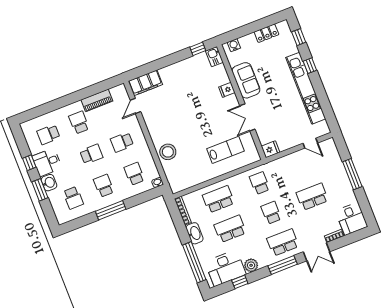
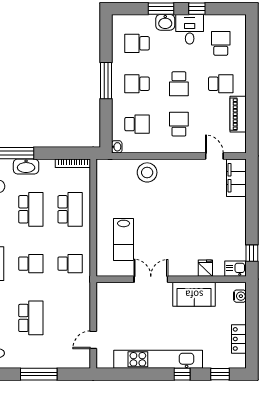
fridge: (227, 90) -> (205, 268), moved
fridge: (271, 149) -> (104, 291), removed
school desk: (104, 186) -> (137, 84), turned 180
washbasin: (195, 233) -> (26, 166), moved

